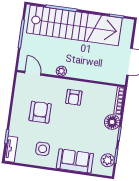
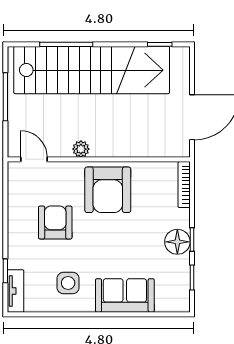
armchair: (74, 97) -> (108, 190), width x1.88, depth x1.88
floor lamp: (112, 122) -> (177, 242), moved
plant: (108, 160) -> (179, 287), removed

